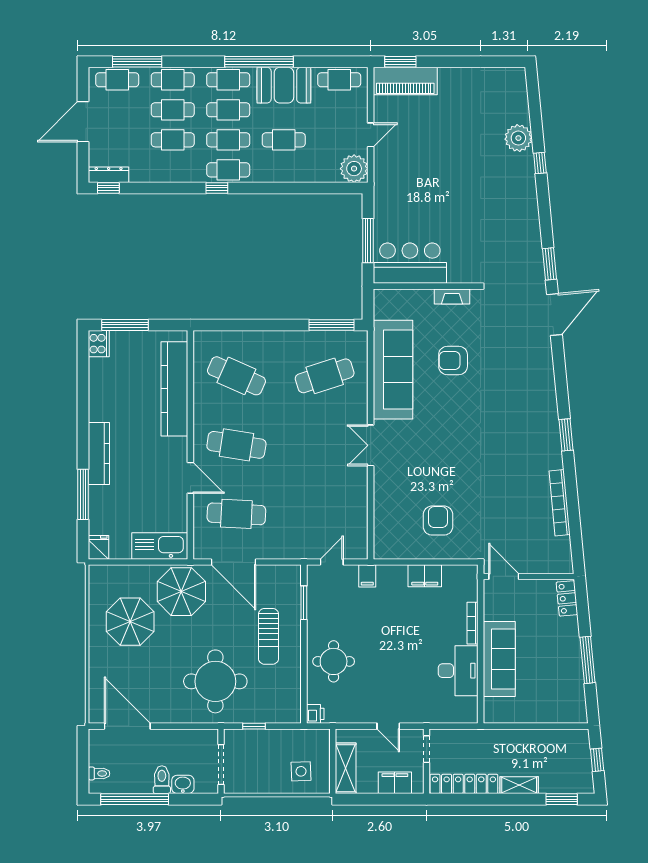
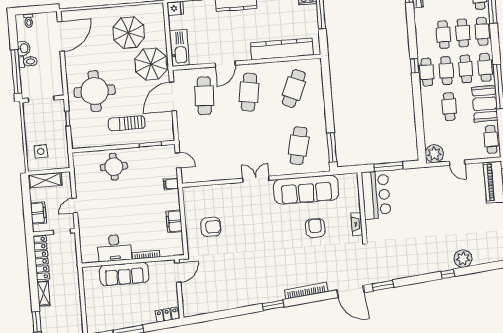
cafe table: (325, 376) -> (298, 146), turned 30
bookcase: (560, 503) -> (306, 291), moved
printer: (315, 714) -> (79, 158), removed
washbasin: (183, 784) -> (24, 48), moved
window: (135, 799) -> (16, 71), moved

